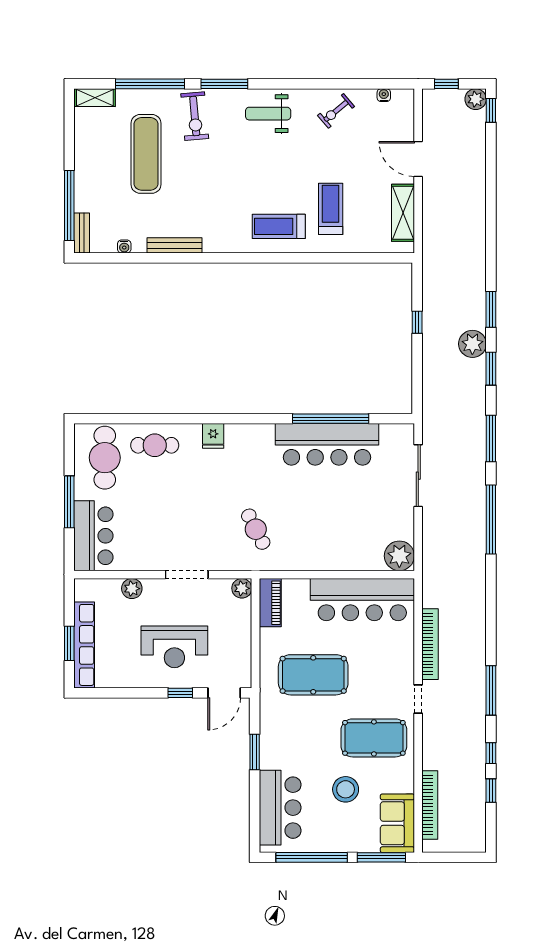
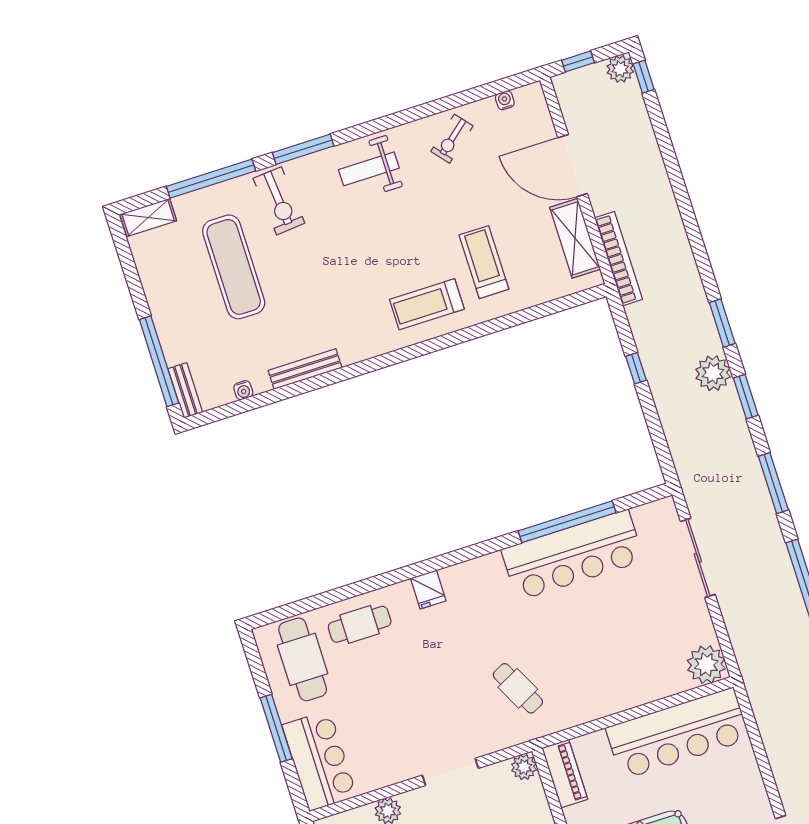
door: (418, 159) -> (573, 166), width x1.36
bookcase: (430, 644) -> (618, 259), moved

